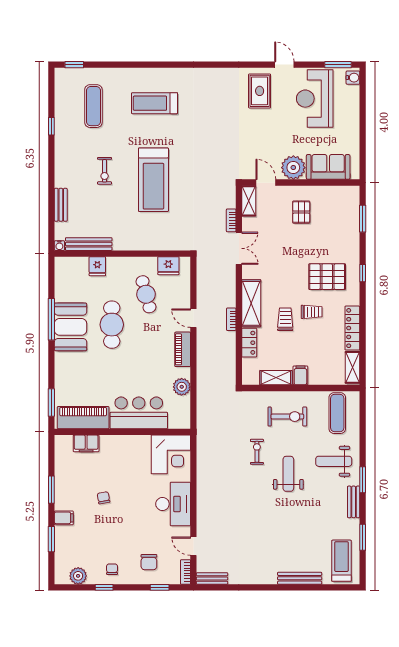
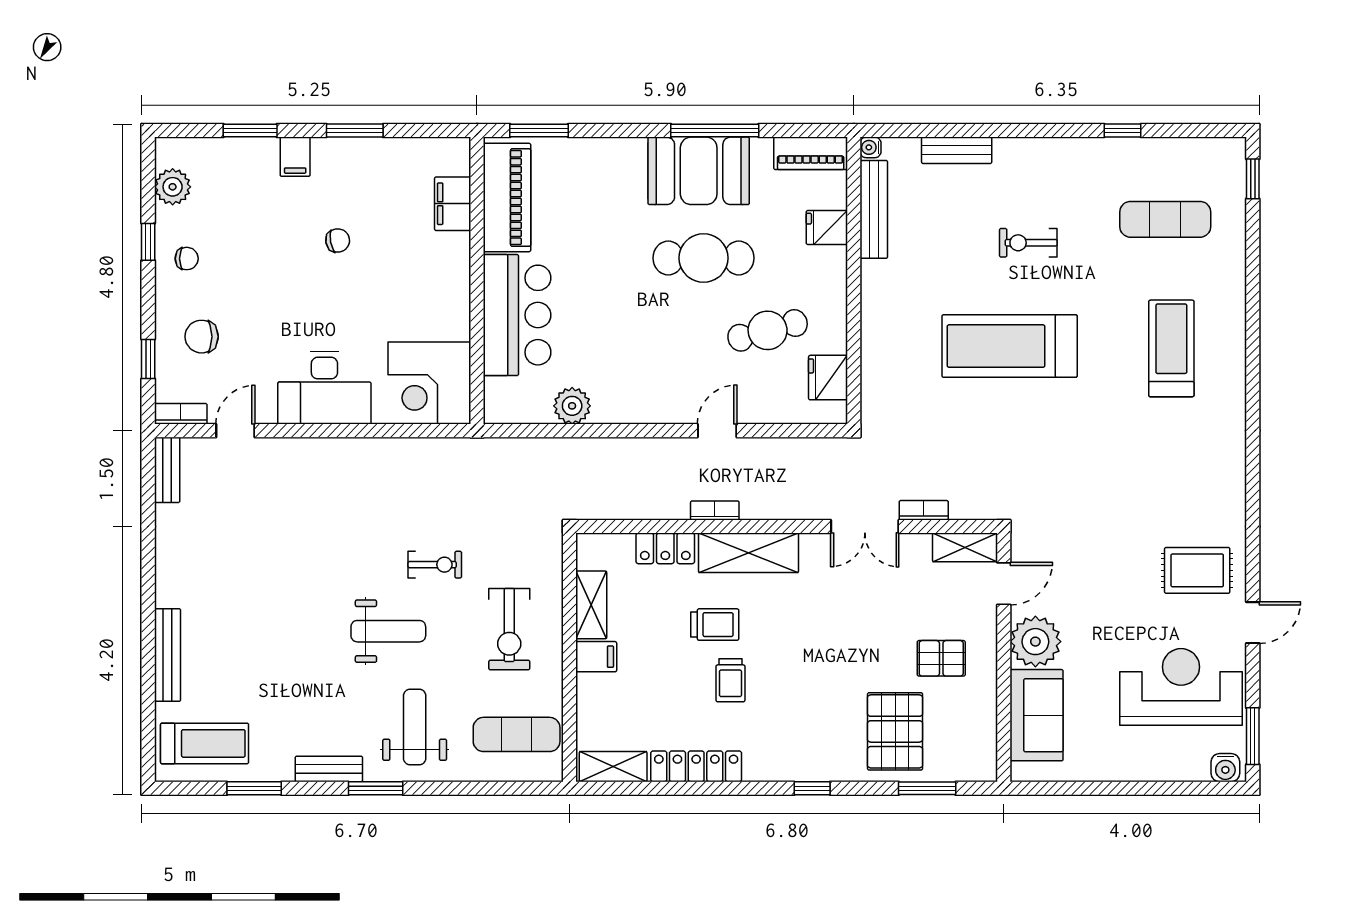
pallet: (327, 277) -> (895, 731), moved
piano: (183, 349) -> (811, 153), moved, turned 180

